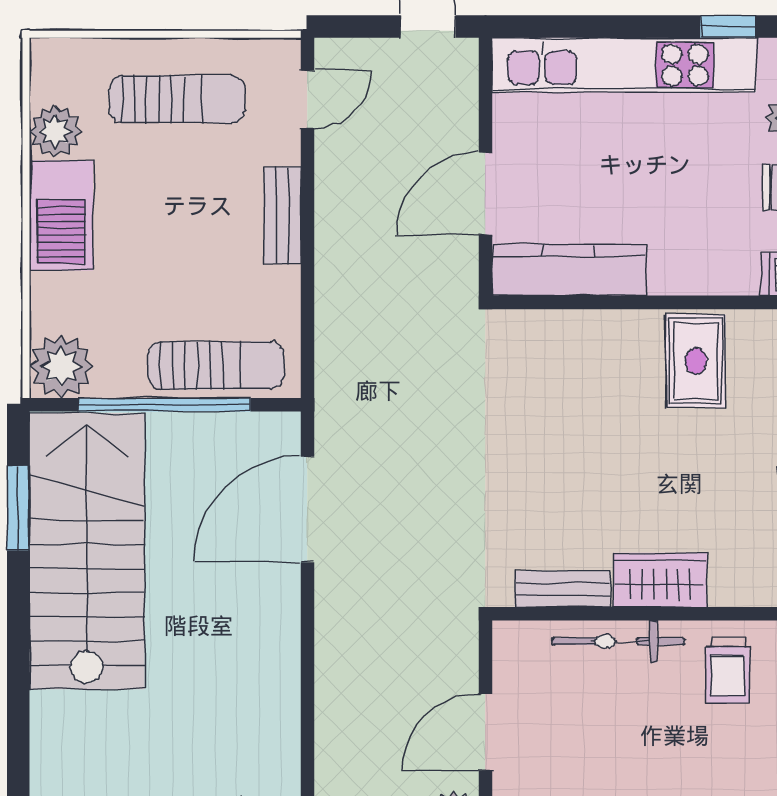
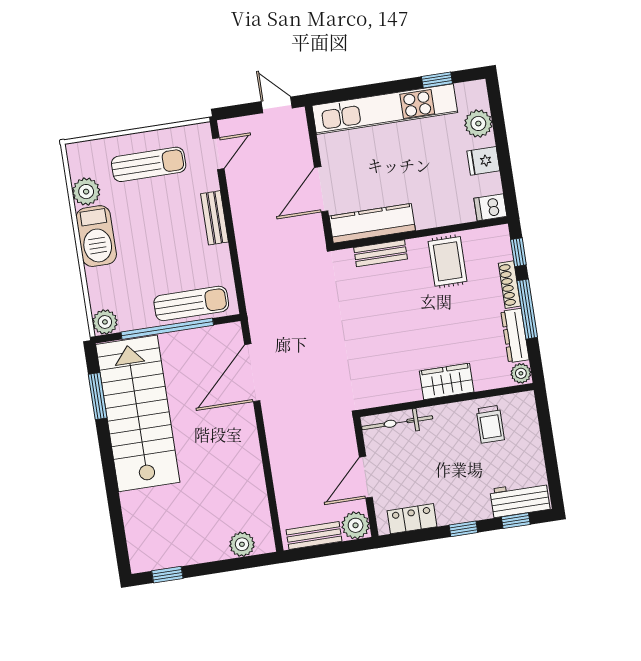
plant: (61, 366) -> (105, 322), width x0.73, depth x0.73
bench: (562, 589) -> (381, 253), moved
bicycle: (618, 641) -> (397, 423), moved

